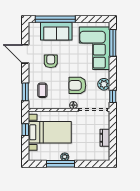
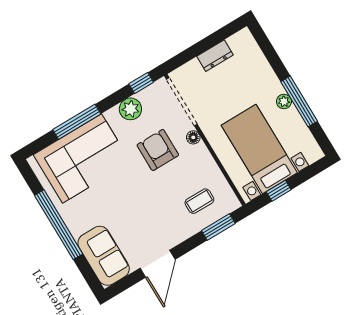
window: (55, 19) -> (59, 225), moved
sofa: (56, 31) -> (104, 256), moved
window: (113, 43) -> (77, 122), moved
armchair: (51, 61) -> (145, 216), removed
armchair: (77, 85) -> (158, 150), turned 180

